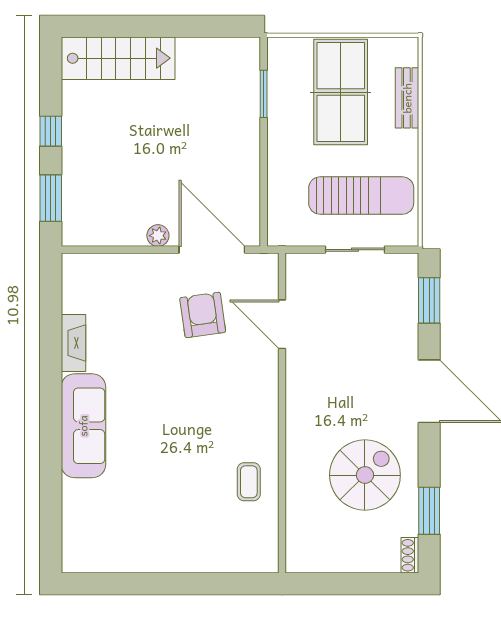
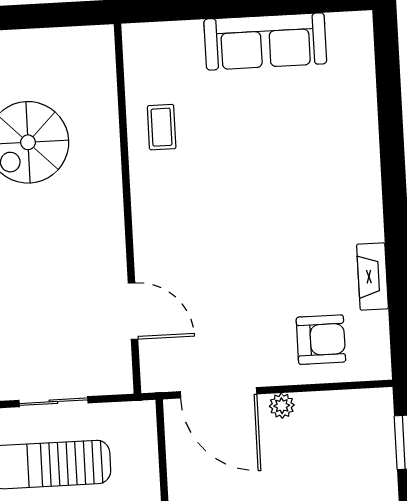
armchair: (203, 315) -> (321, 340), moved, turned -82
sofa: (83, 426) -> (265, 41), moved, turned -90

